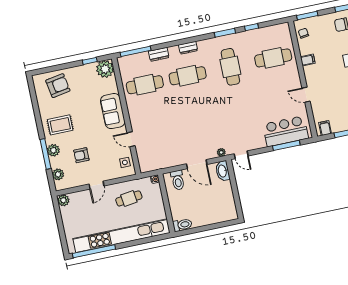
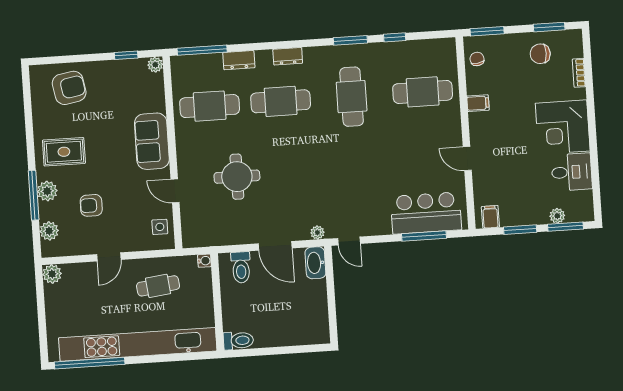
plant: (105, 69) -> (155, 65), width x0.53, depth x0.53
round table: (168, 125) -> (237, 177), added

